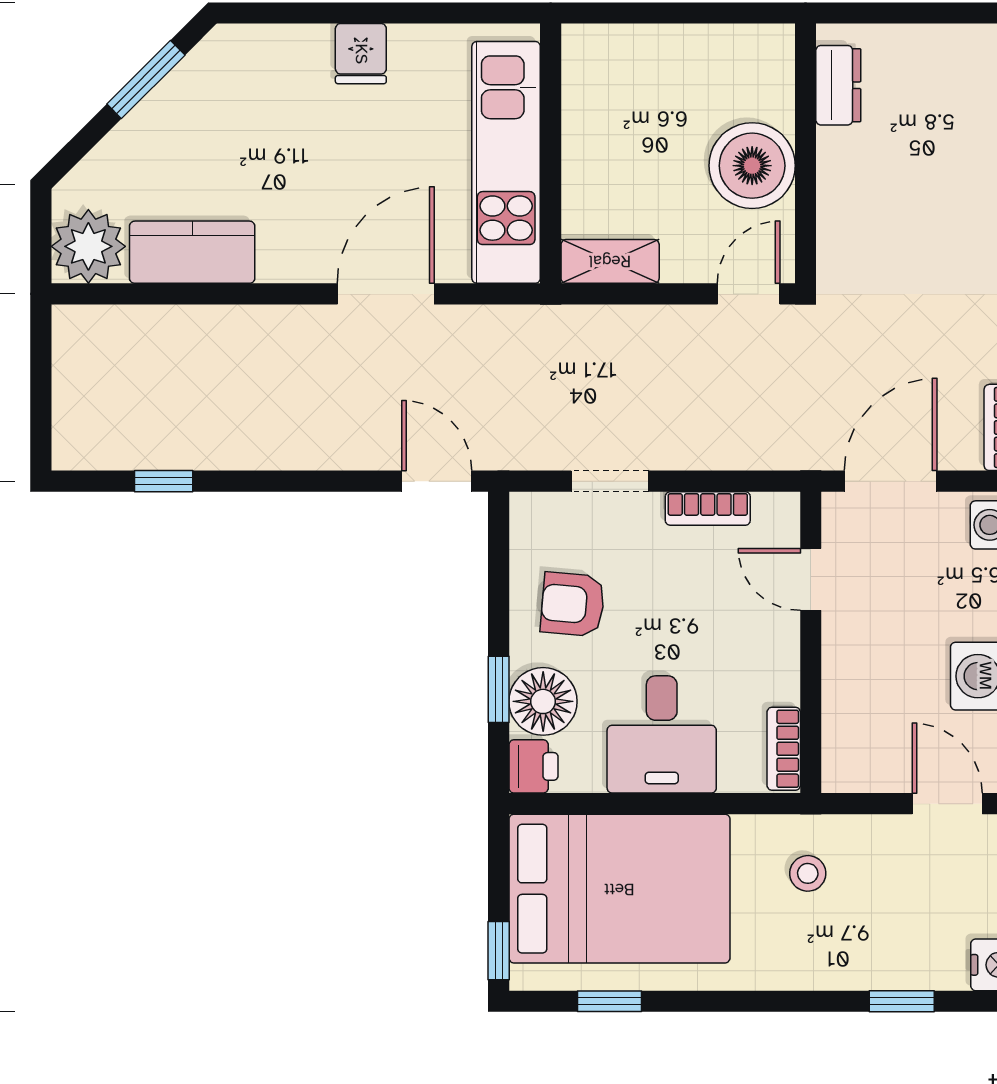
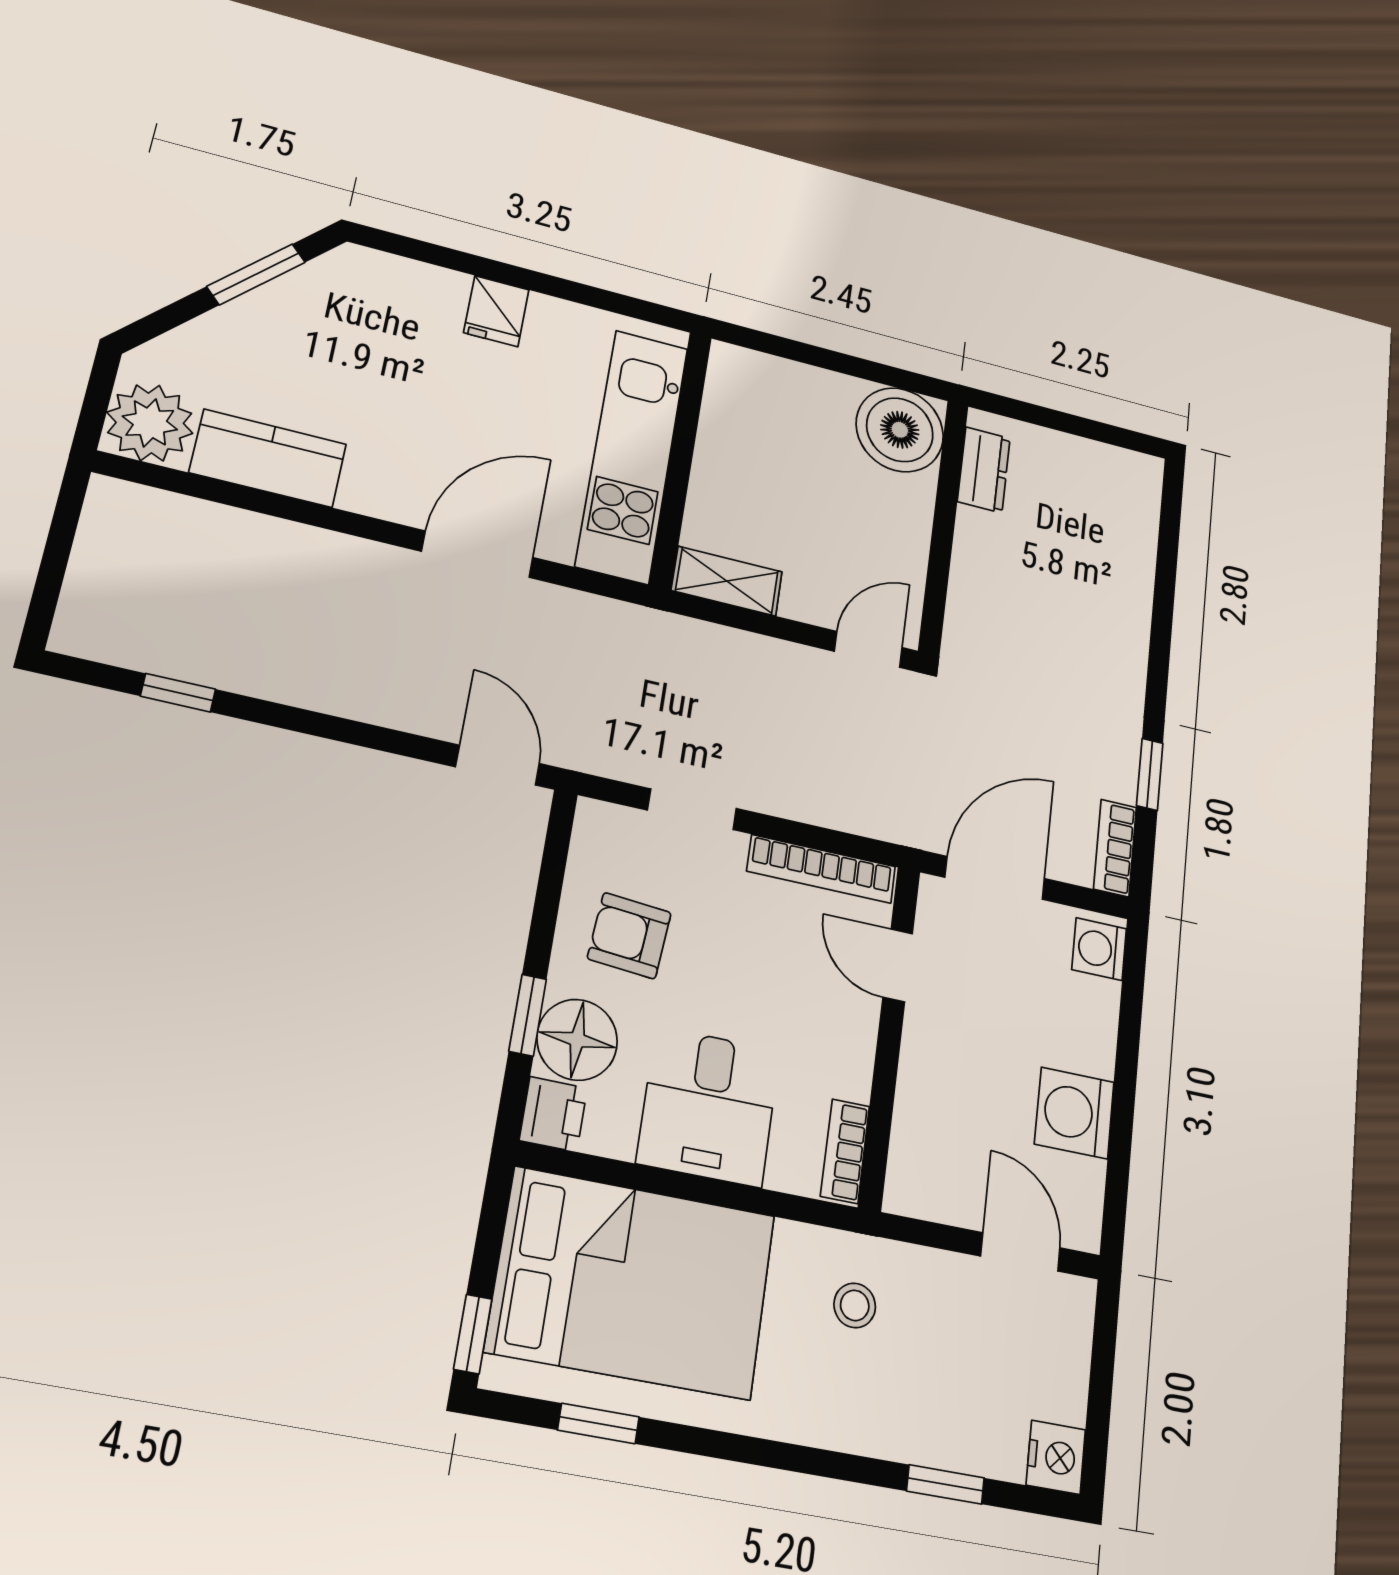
boiler: (752, 166) -> (900, 430), moved
bookcase: (708, 509) -> (821, 869), width x1.56

